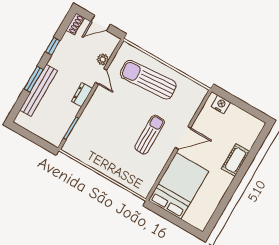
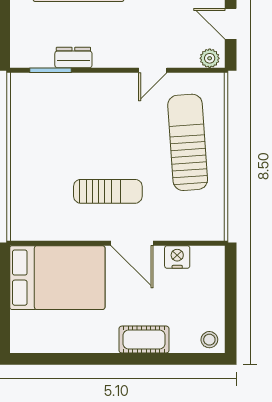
plant: (103, 59) -> (210, 58), moved
dresser: (82, 95) -> (73, 58), moved
nightstand: (221, 104) -> (177, 257), moved, turned -90
stool: (255, 127) -> (209, 340), added

